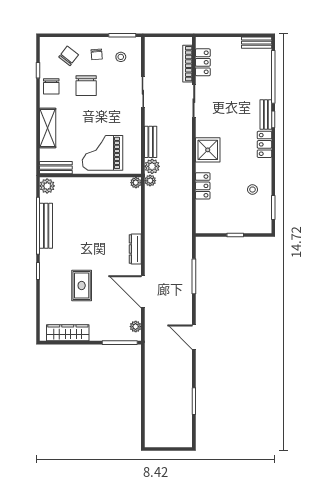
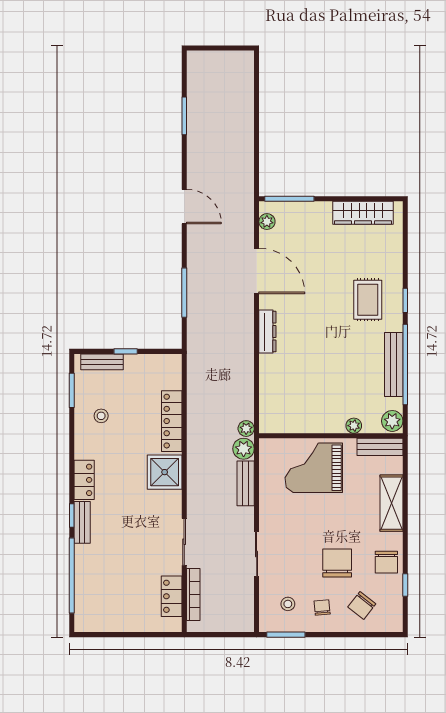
bench: (257, 43) -> (102, 362), moved
chair: (51, 86) -> (386, 562), turned 180
grand piano: (102, 153) -> (314, 468), turned 180
plant: (136, 183) -> (354, 426), moved
locker: (203, 186) -> (172, 421), width x1.53
rug: (82, 285) -> (368, 300), moved

